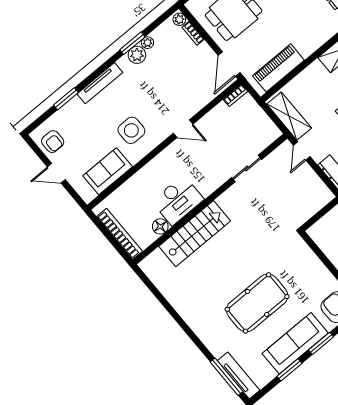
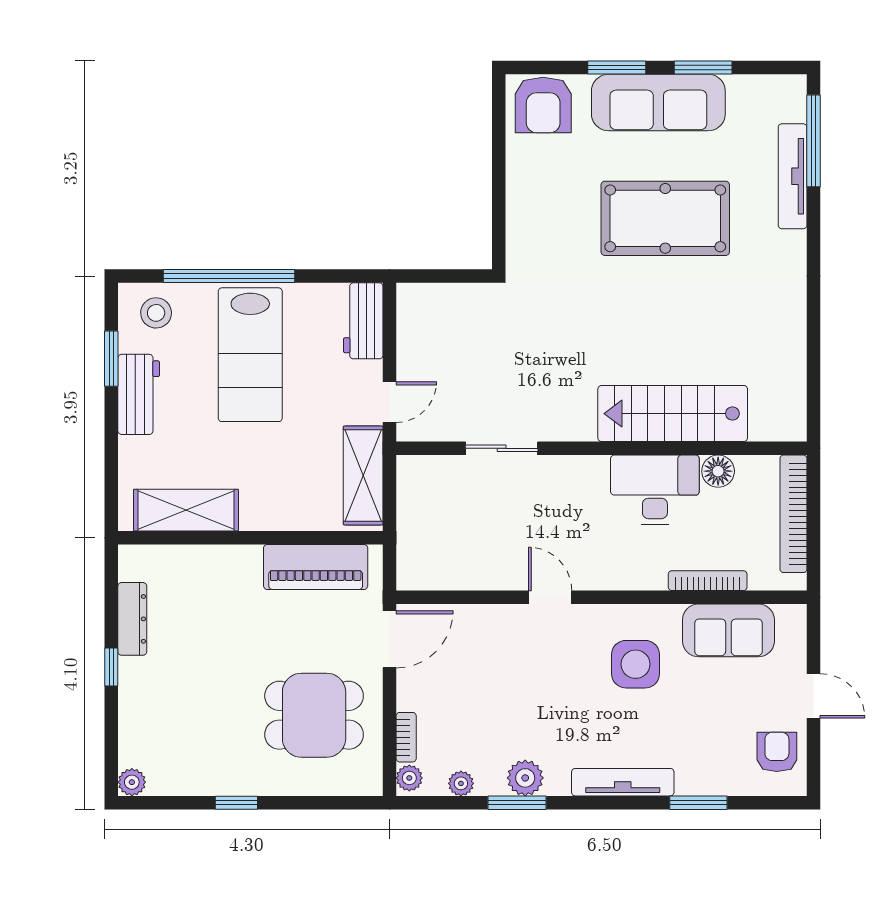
plant: (147, 43) -> (461, 783), moved
bookcase: (235, 95) -> (708, 581), moved, width x1.56
tv unit: (239, 376) -> (793, 176), moved

